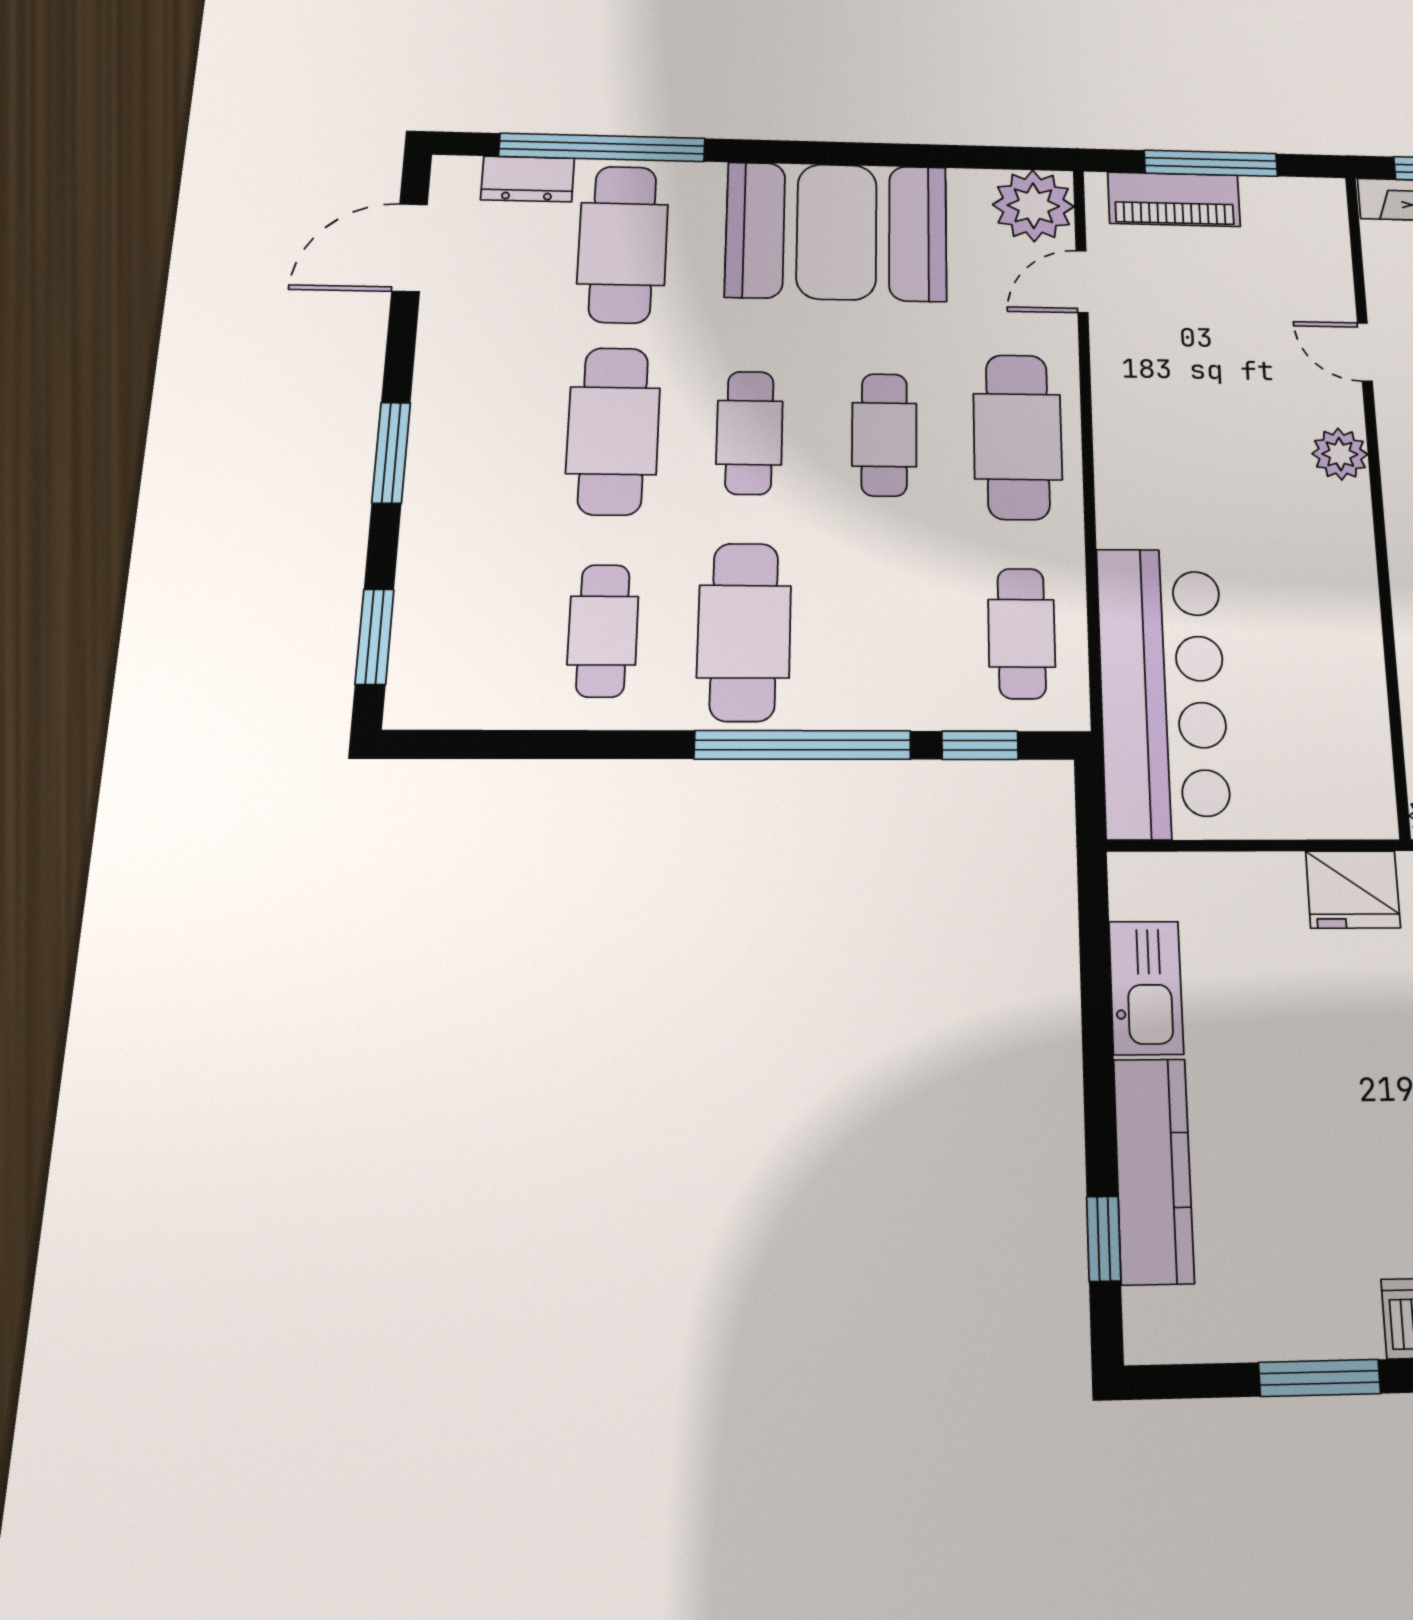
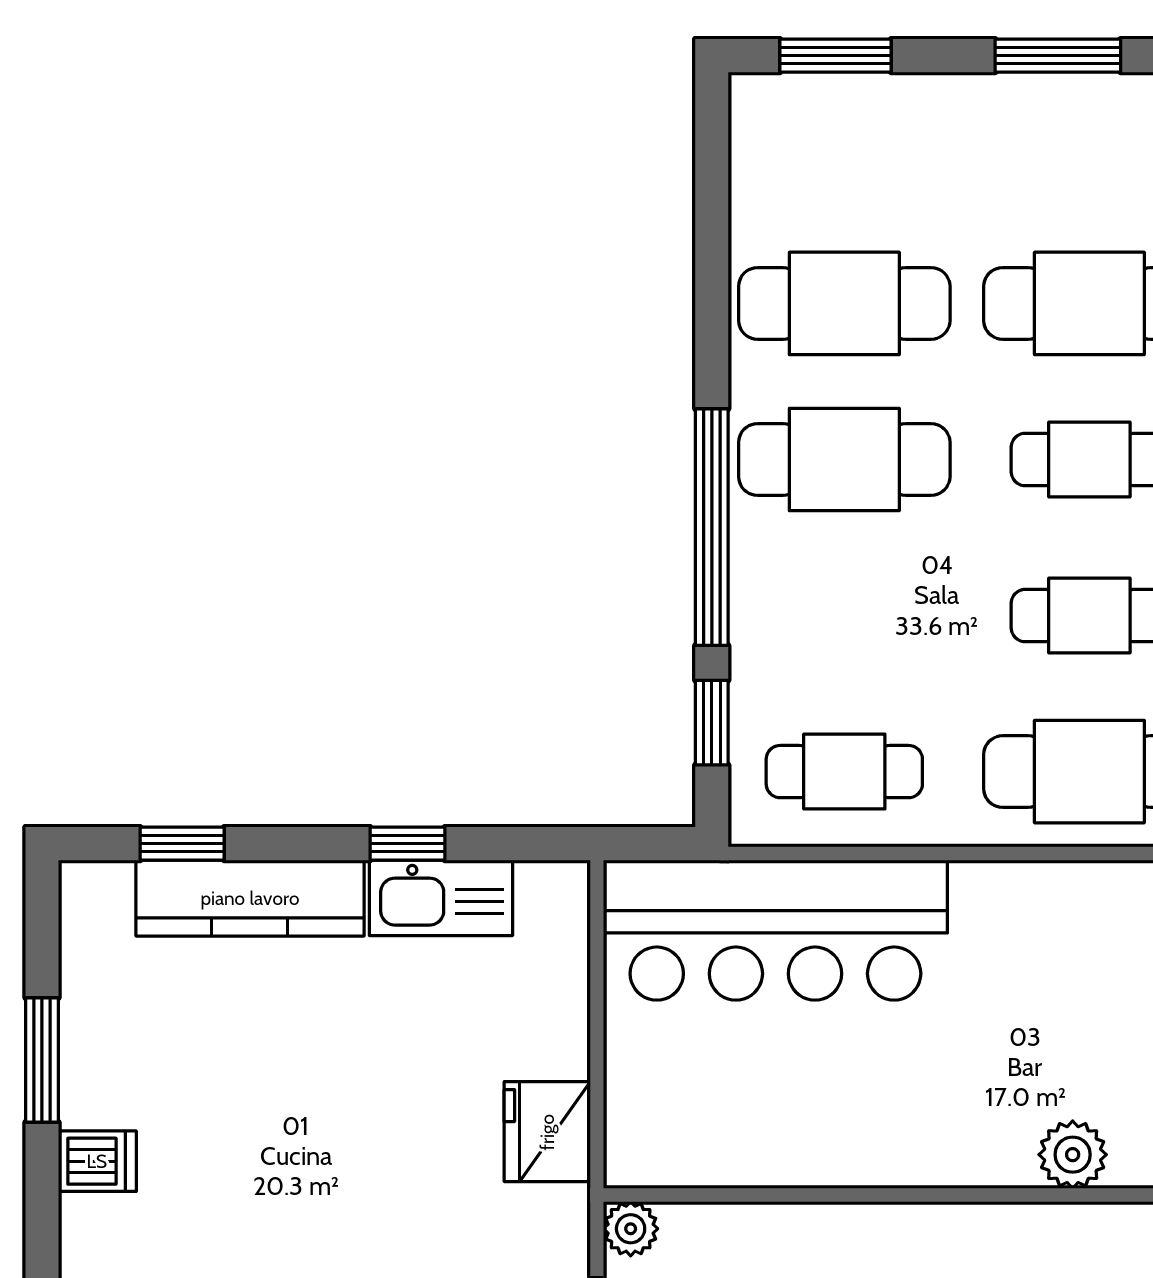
cafe table: (603, 631) -> (844, 303), width x1.37, depth x1.35
window: (1097, 1019) -> (408, 844), added

